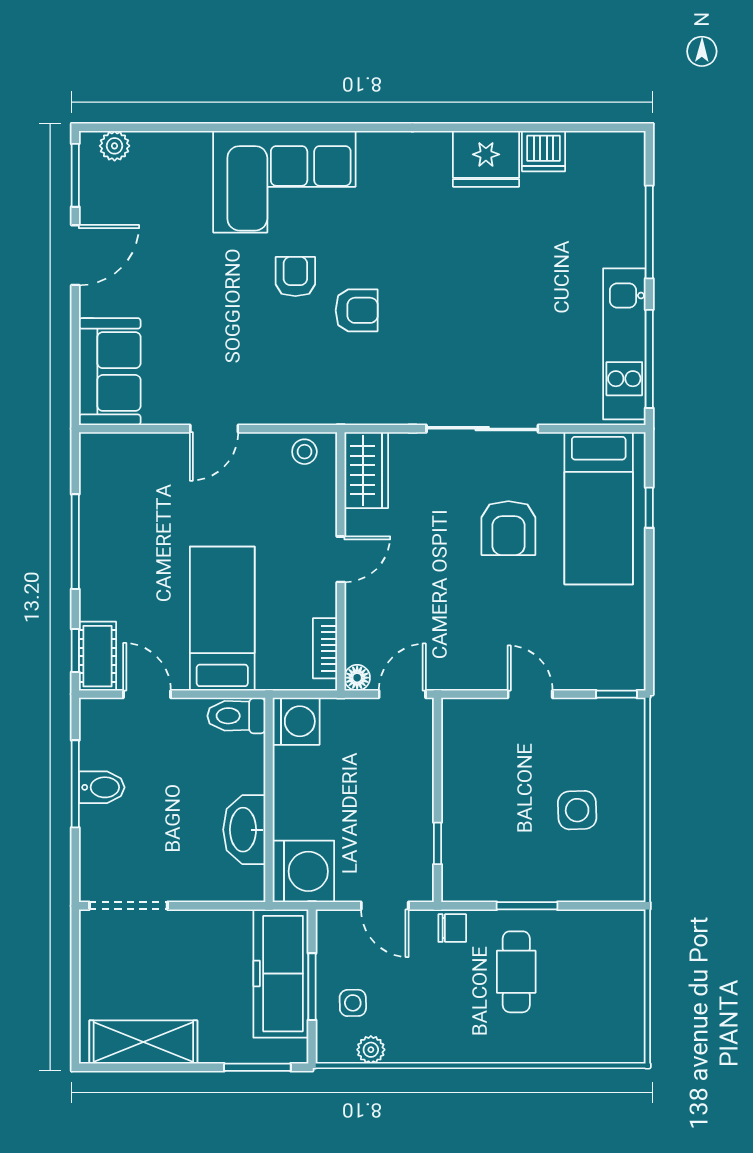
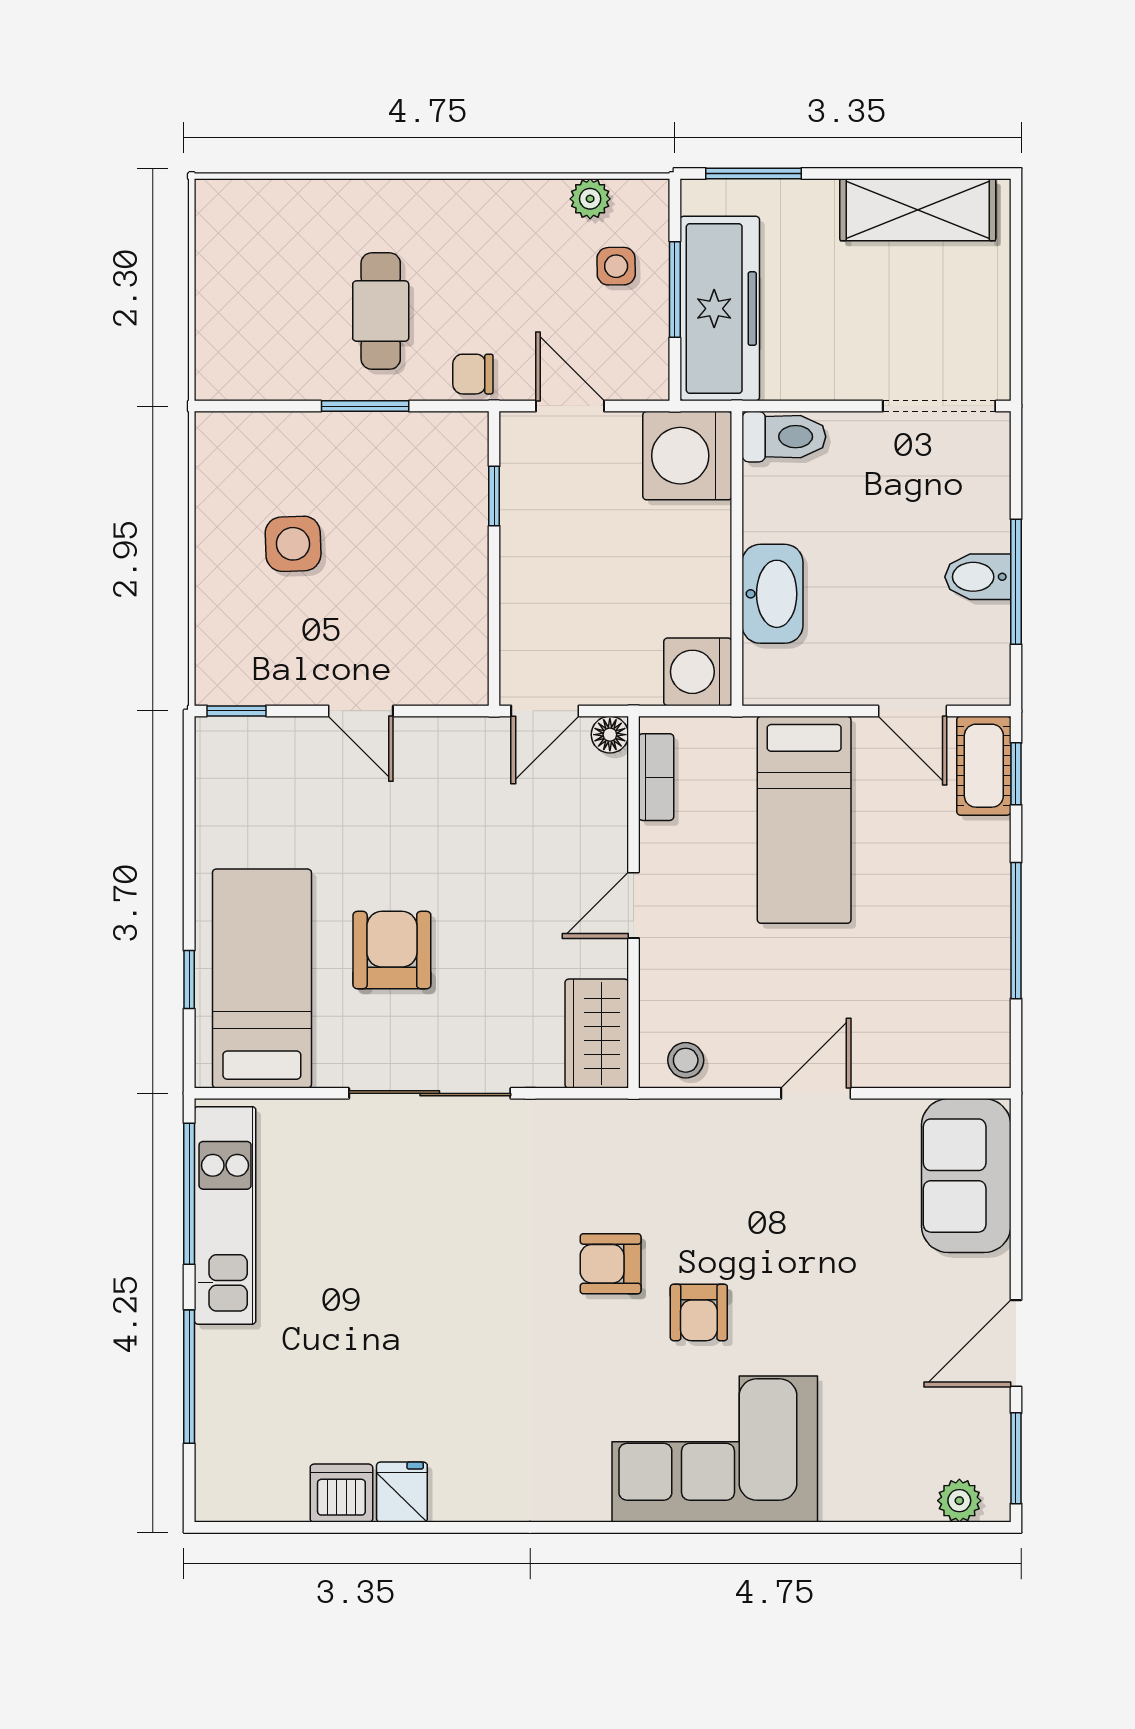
fridge: (486, 159) -> (402, 1492), width x0.53, depth x0.75
toilet: (236, 716) -> (784, 437), moved
washbasin: (244, 830) -> (772, 594), moved

